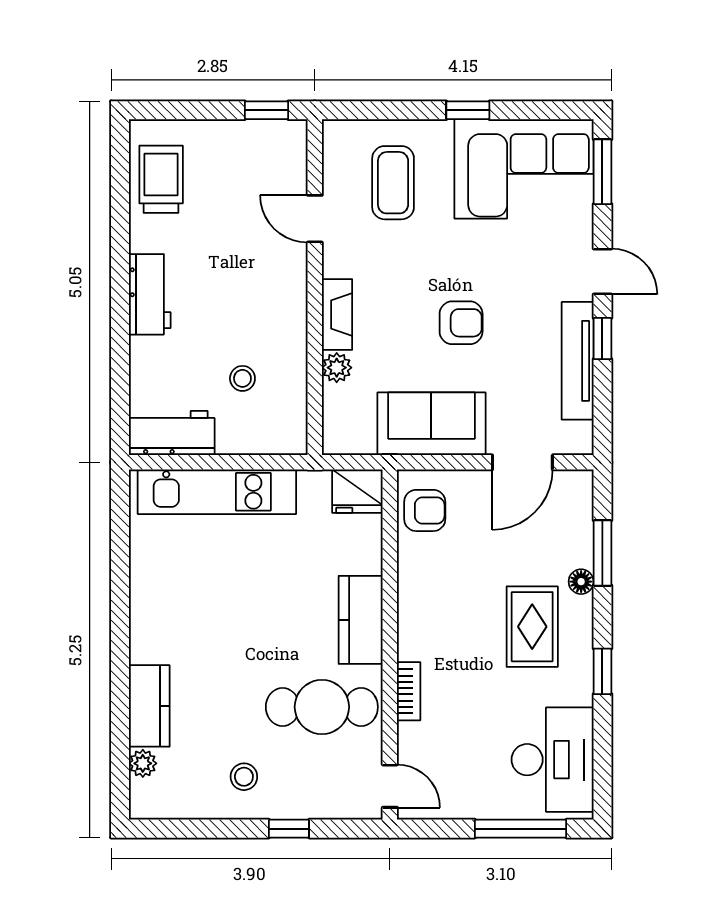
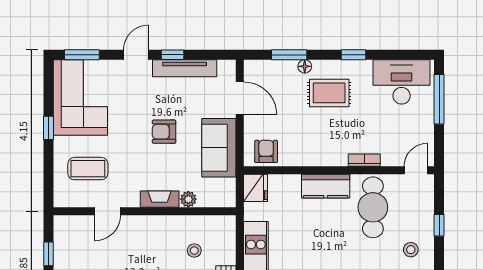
window: (267, 110) -> (48, 254), moved
armchair: (461, 323) -> (164, 132), turned -90

